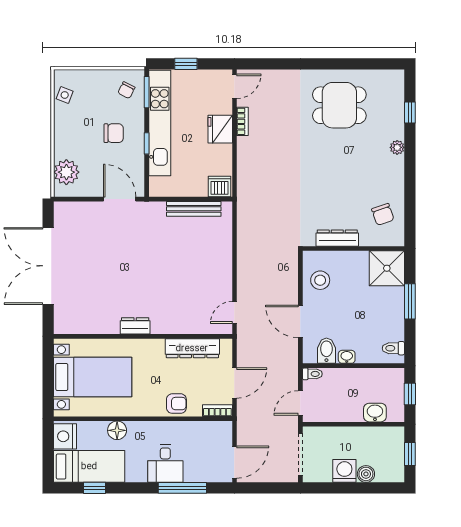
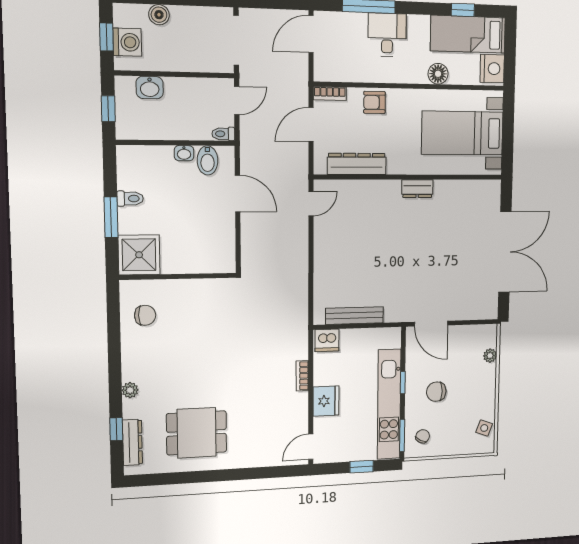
bookcase: (242, 121) -> (302, 376), moved
plant: (66, 172) -> (490, 356), width x0.53, depth x0.53
chair: (383, 214) -> (145, 315), turned 109
dresser: (337, 238) -> (132, 442), moved, turned -90
stool: (320, 280) -> (216, 240), removed
toilet: (393, 348) -> (130, 199), moved
washing machine: (344, 471) -> (127, 42), moved, turned -90

